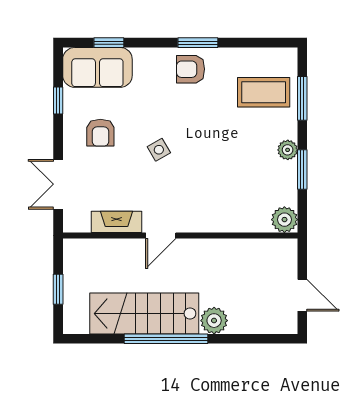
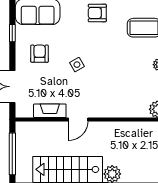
armchair: (100, 133) -> (40, 54), turned 180
window: (58, 289) -> (12, 154), width x2.17

